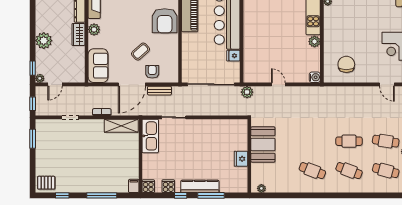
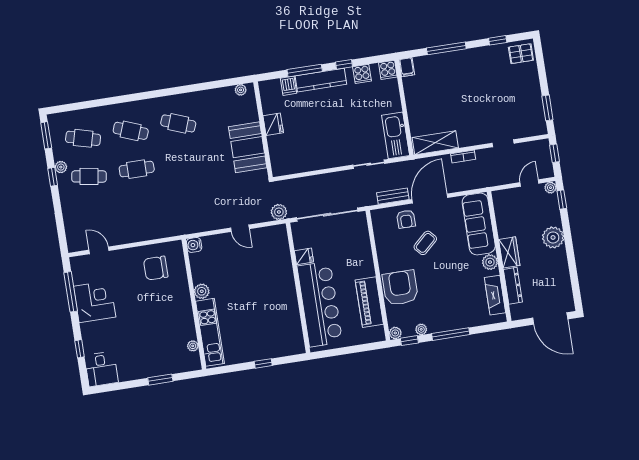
chair: (346, 64) -> (156, 268), turned 90
sofa: (98, 66) -> (479, 224), width x1.36
dishwasher: (225, 186) -> (289, 86), added

